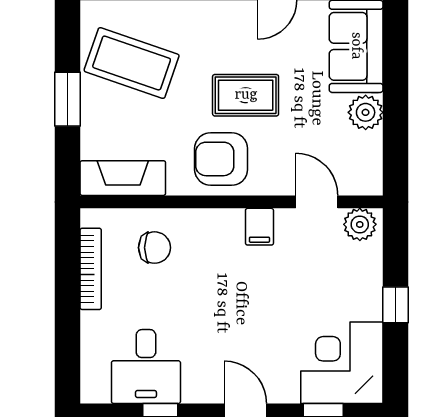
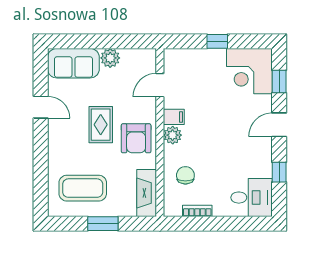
coffee table: (132, 63) -> (83, 188), turned 71
plant: (360, 224) -> (173, 135), moved
bookcase: (91, 269) -> (197, 211), width x0.64
desk: (146, 367) -> (252, 198), moved

